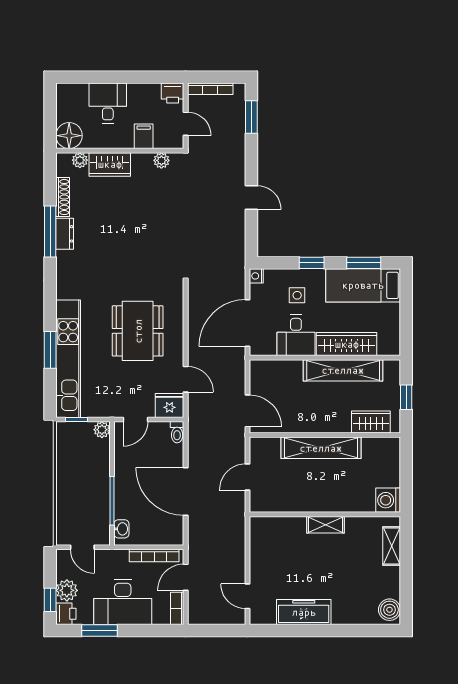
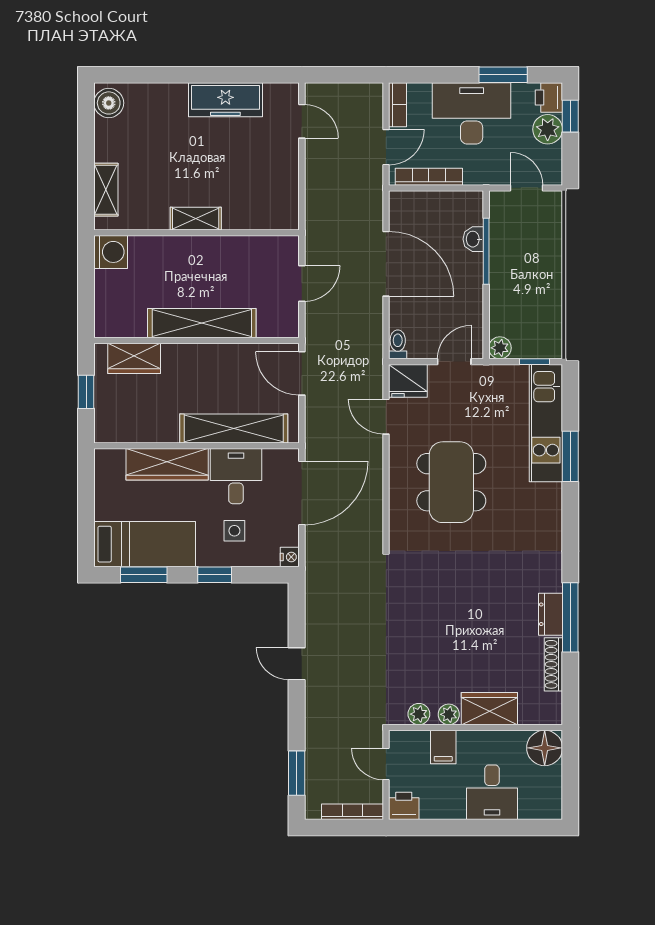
plant: (80, 160) -> (449, 714), moved
kitchen unit: (68, 359) -> (546, 423), width x0.73
shelving: (343, 370) -> (234, 428), moved
washbasin: (121, 529) -> (473, 239), moved

